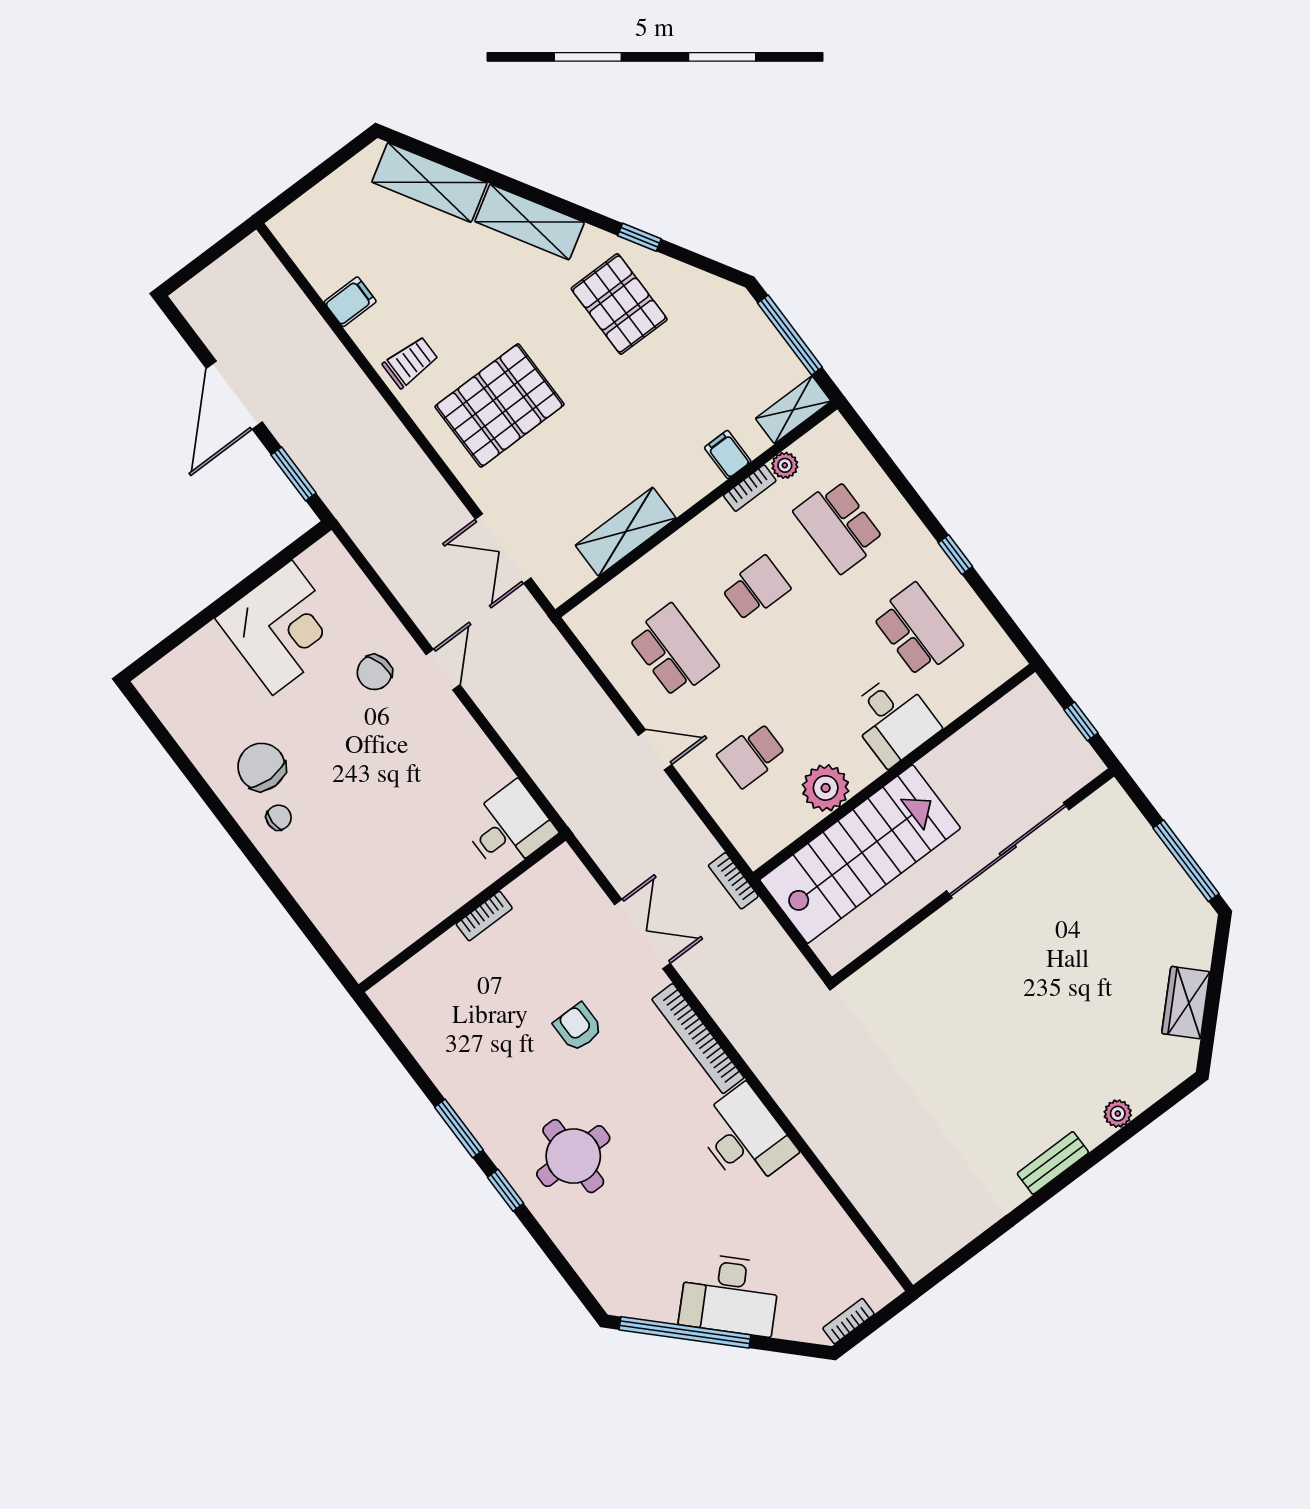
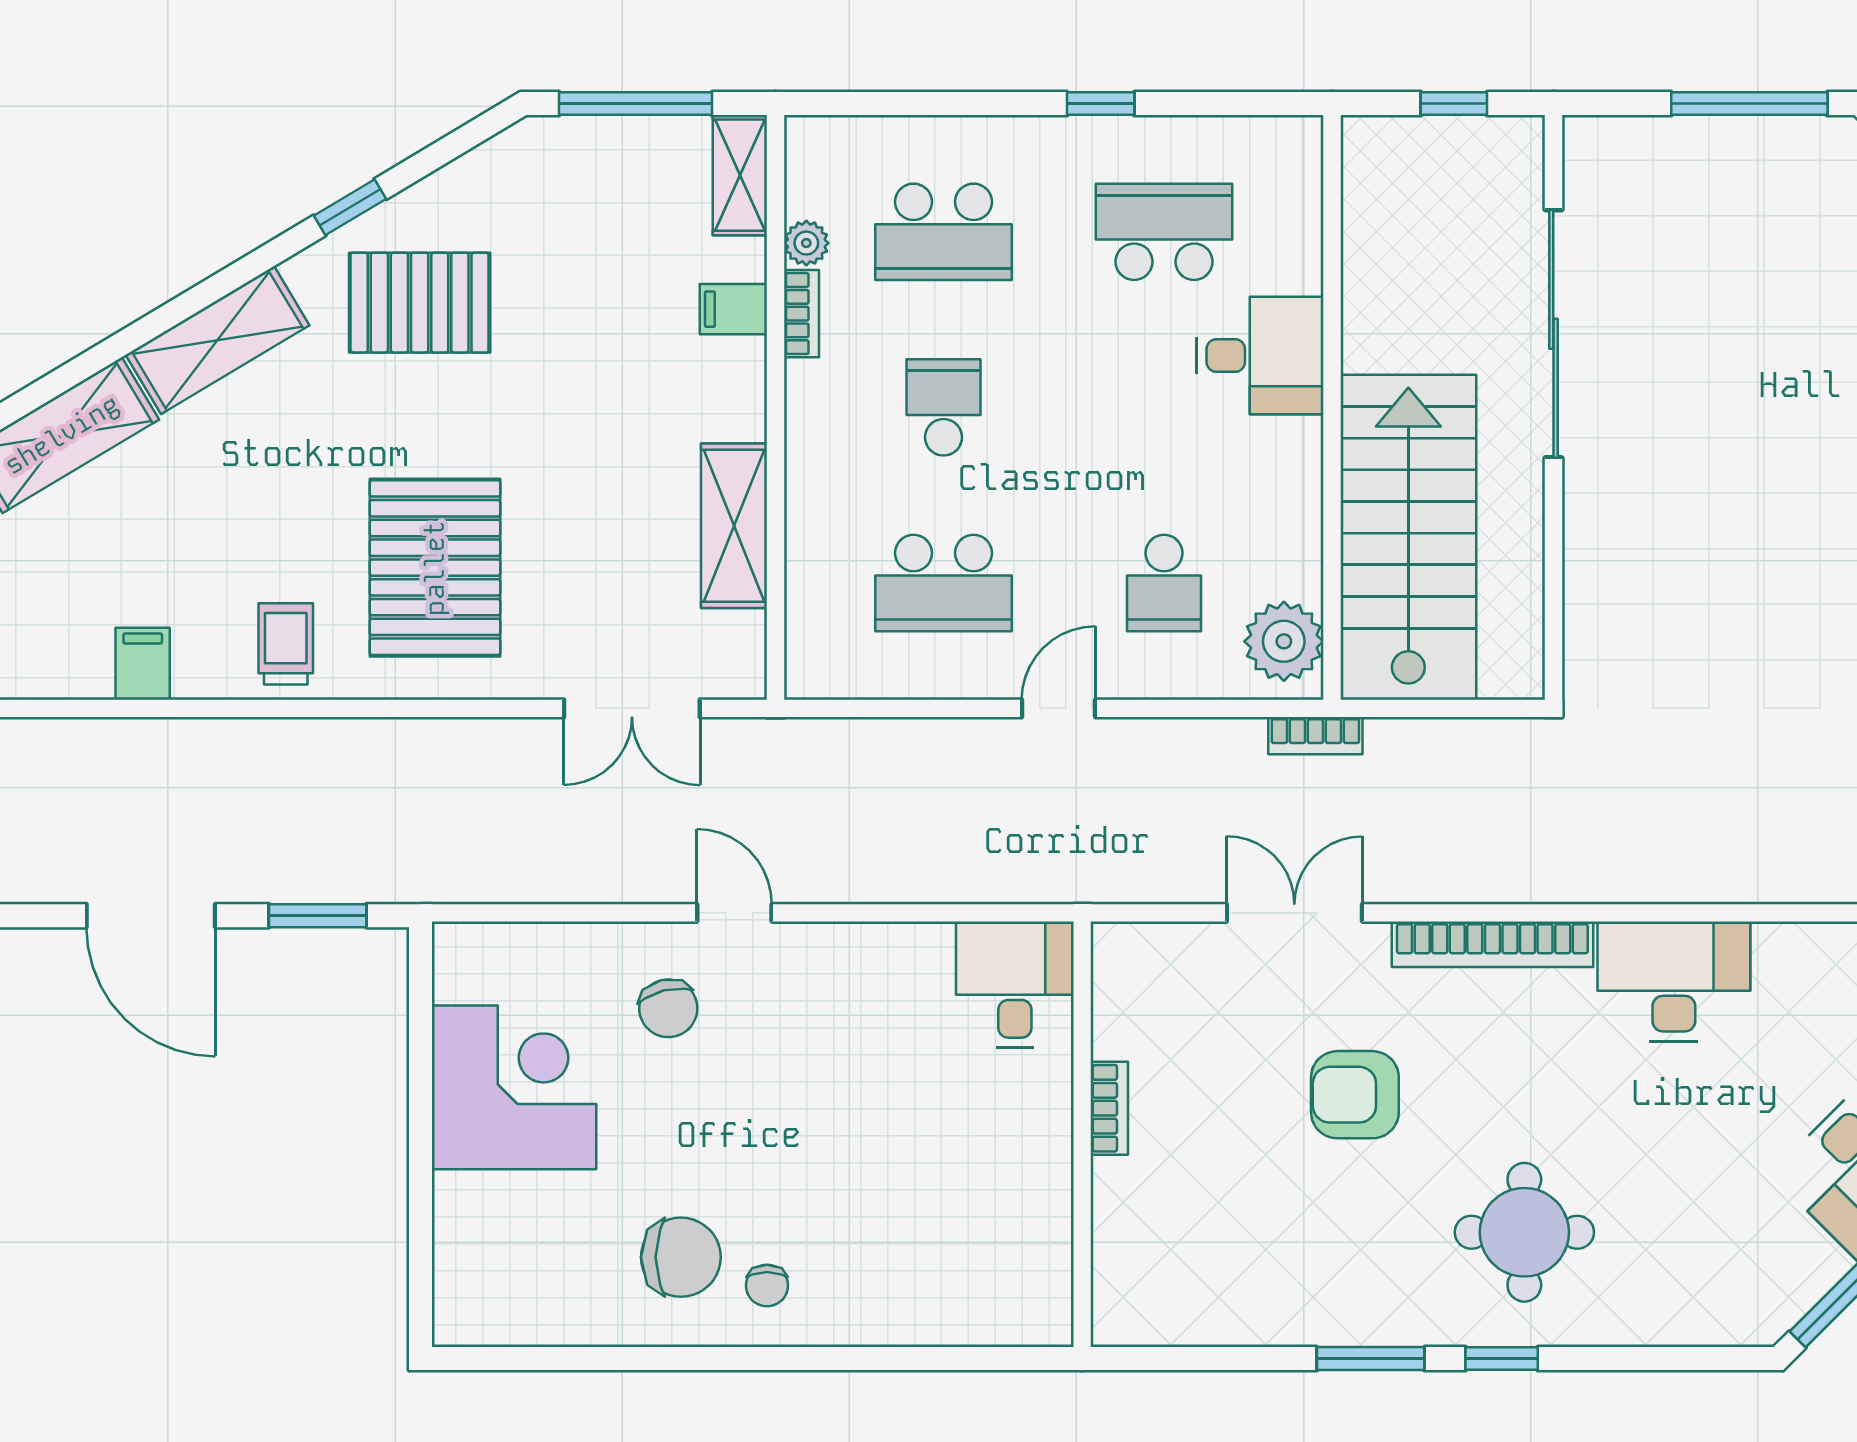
school desk: (673, 651) -> (943, 583), turned 180
chair: (262, 767) -> (681, 1257), turned 180
plant: (826, 788) -> (1284, 641), moved
chair: (279, 818) -> (767, 1286), turned 180
armchair: (578, 1027) -> (1355, 1095), width x1.38, depth x1.38

